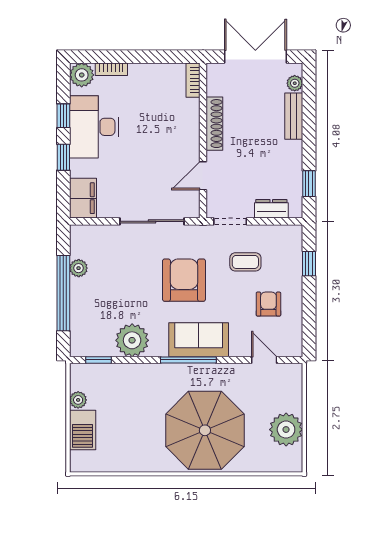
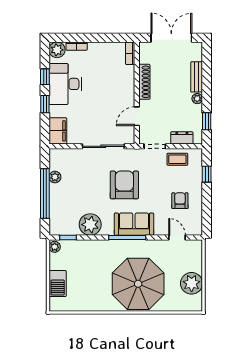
plant: (295, 83) -> (197, 99), moved
coffee table: (245, 262) -> (177, 159), moved
plant: (78, 400) -> (55, 247), moved

